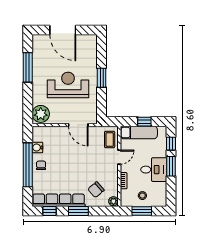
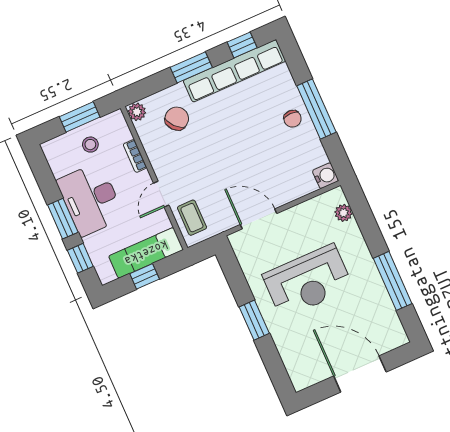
plant: (41, 114) -> (344, 213), width x0.53, depth x0.53
water cooler: (37, 147) -> (325, 176), moved
window: (28, 165) -> (316, 109), width x0.68
desk: (154, 170) -> (91, 199), width x1.37

